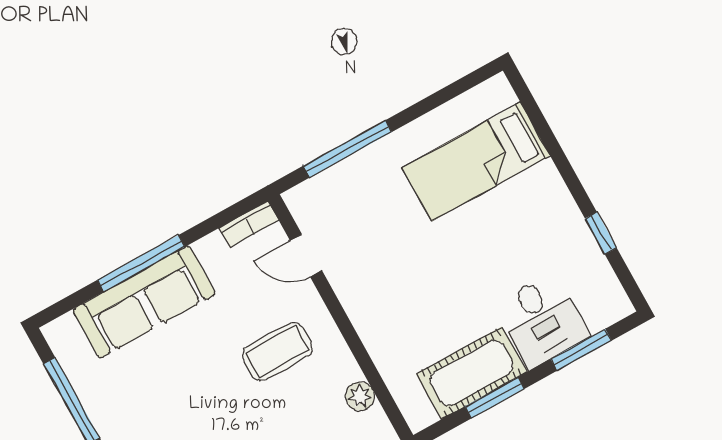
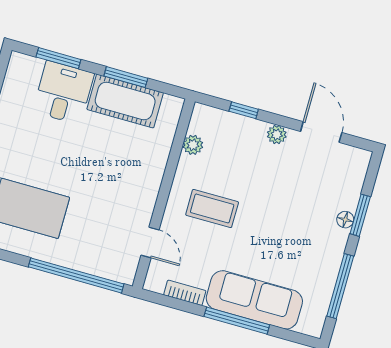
window: (347, 149) -> (76, 275), width x1.46
bookcase: (249, 224) -> (185, 293), moved

